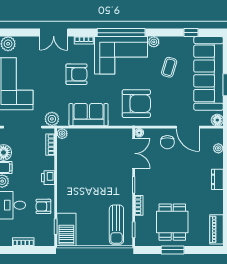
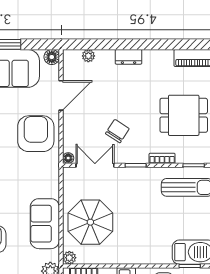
armchair: (136, 104) -> (36, 134), moved
chair: (167, 142) -> (117, 131), moved, turned -57
parasol: (90, 150) -> (90, 222), added

